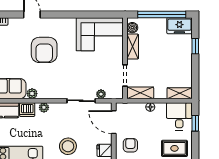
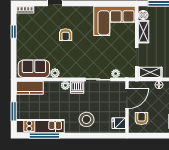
armchair: (44, 50) -> (66, 35), width x0.53, depth x0.53
dishwasher: (27, 110) -> (77, 87), moved
door: (114, 122) -> (127, 98), swing flipped

